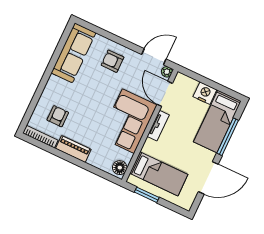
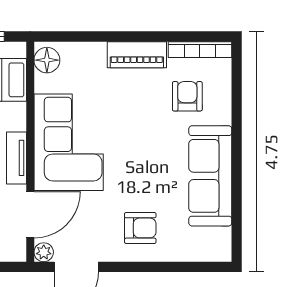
sofa: (73, 53) -> (210, 176), moved
door: (165, 94) -> (30, 215), hinge flipped
armchair: (58, 116) -> (187, 96), turned 180

